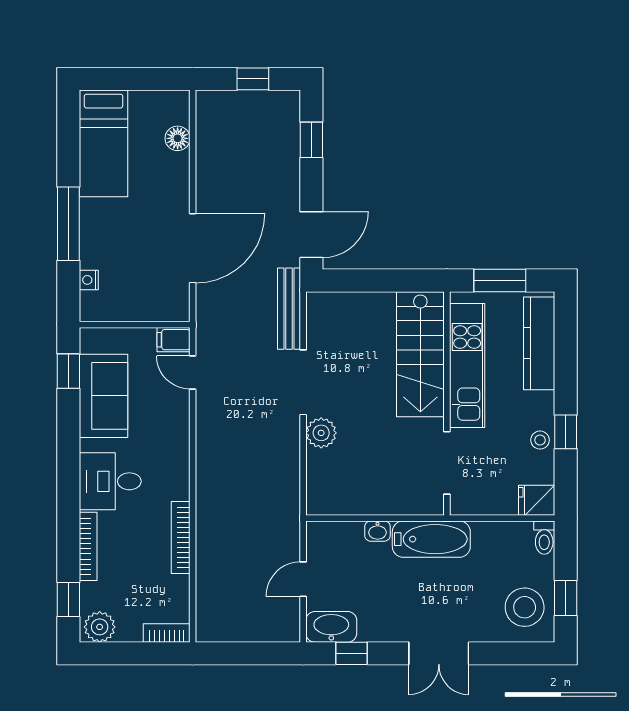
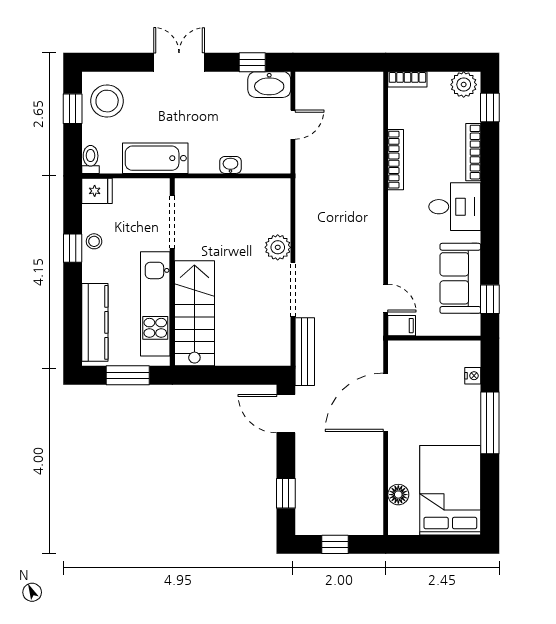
bed: (103, 143) -> (450, 490), width x1.50
door: (311, 235) -> (286, 414), hinge flipped
bathtub: (431, 539) -> (155, 158), moved

